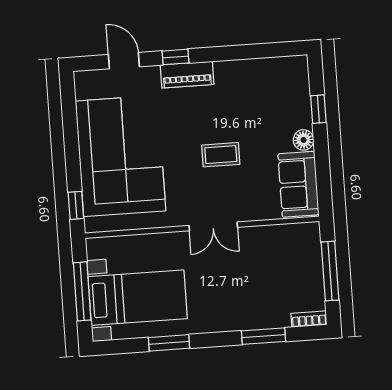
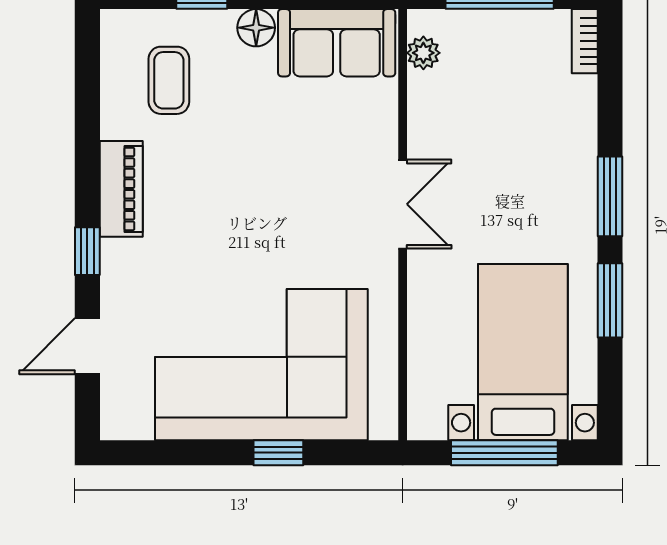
piano: (187, 75) -> (121, 189), moved
coffee table: (221, 155) -> (169, 80), moved
window: (76, 205) -> (278, 453), moved
plant: (296, 232) -> (423, 53), added
window: (264, 336) -> (610, 196), moved

